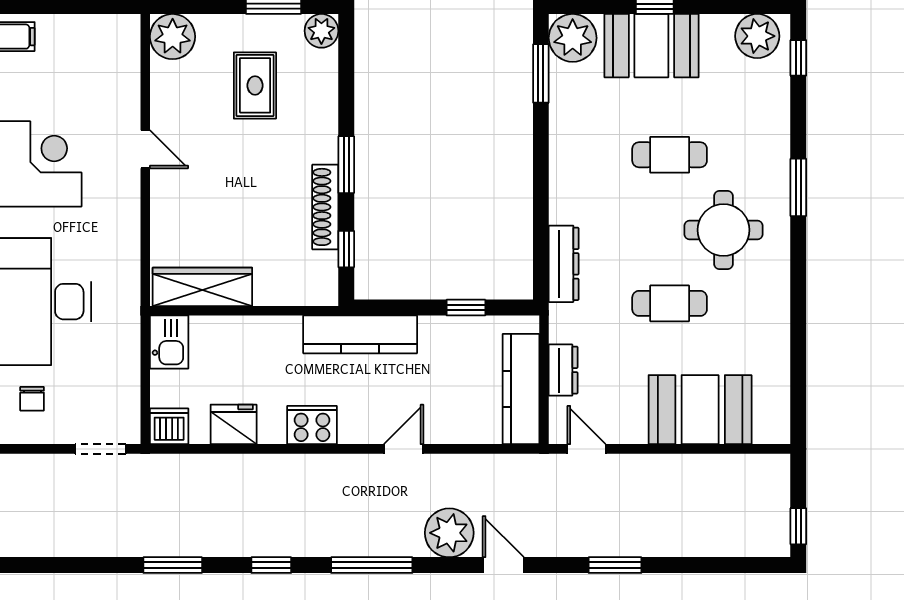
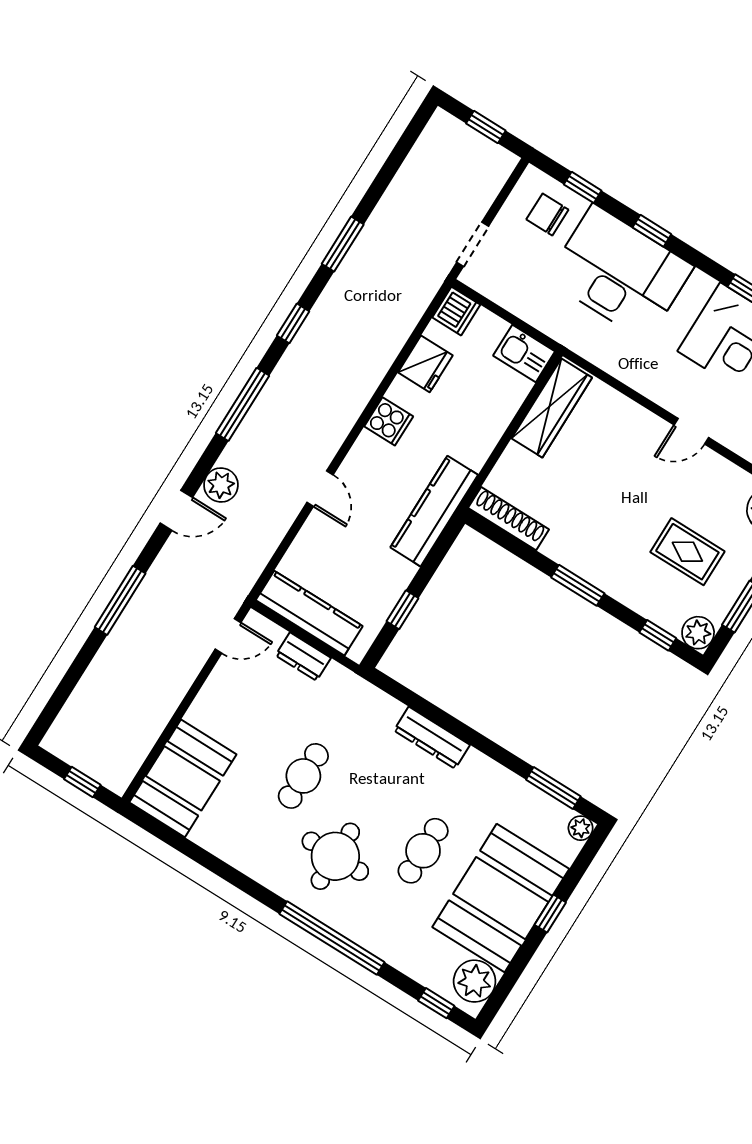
plant: (573, 38) -> (581, 828), width x0.53, depth x0.53
booth: (651, 46) -> (501, 898), width x1.36, depth x1.42
window: (798, 187) -> (332, 938), width x2.11
shoe rack: (325, 207) -> (509, 519), moved
window: (346, 249) -> (658, 635), moved
dresser: (564, 264) -> (432, 738), moved
chair: (32, 399) -> (547, 215), width x1.37, depth x1.37
booth: (700, 410) -> (183, 778), moved
cooker: (312, 425) -> (389, 421), width x0.73
window: (798, 526) -> (82, 782), moved
plant: (449, 533) -> (221, 485), width x0.73, depth x0.73
window: (615, 565) -> (120, 600), width x1.44

